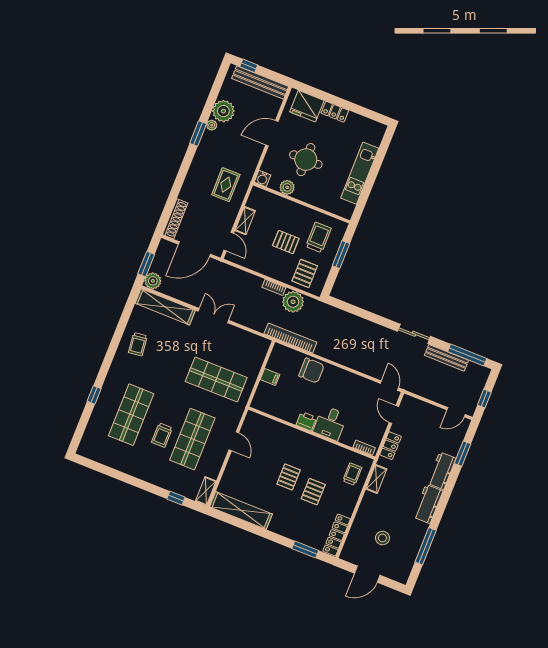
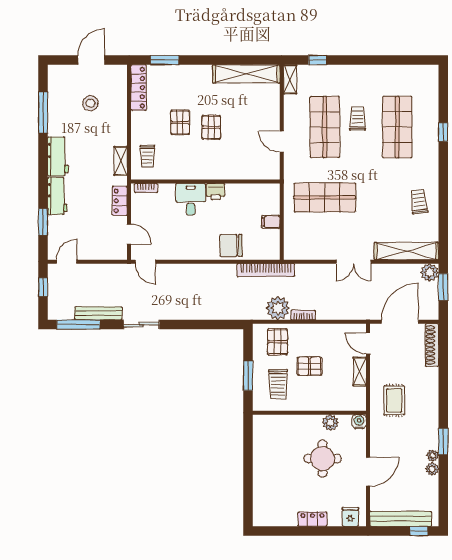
fridge: (307, 106) -> (350, 517), width x0.53, depth x0.75
plant: (223, 111) -> (432, 469), width x0.53, depth x0.53
kitchen unit: (360, 173) -> (262, 467), removed

